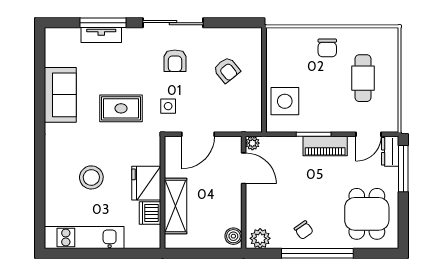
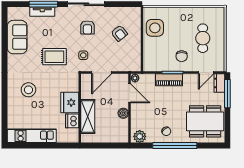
chair: (327, 48) -> (182, 56), moved
sofa: (60, 95) -> (17, 37), moved
side table: (285, 101) -> (155, 28), moved
piano: (325, 146) -> (169, 80), moved
stool: (91, 177) -> (28, 90), moved
dining table: (367, 214) -> (205, 121), width x1.38
boiler: (233, 236) -> (123, 113), moved

